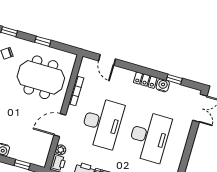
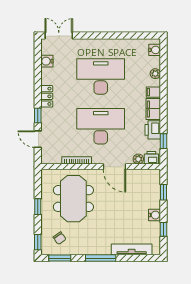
door: (107, 60) -> (38, 139), swing flipped
window: (174, 79) -> (38, 116), moved
water cooler: (163, 85) -> (47, 61), moved

